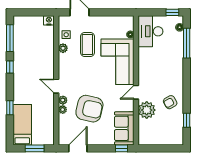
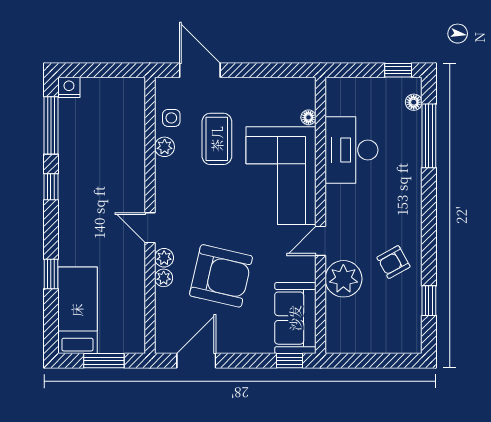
nightstand: (49, 20) -> (69, 87), moved
desk: (150, 31) -> (351, 150), moved

